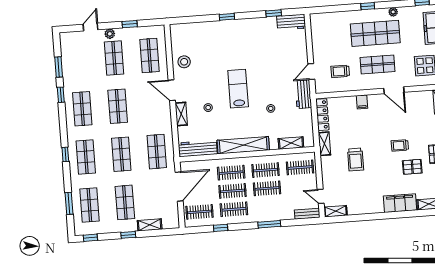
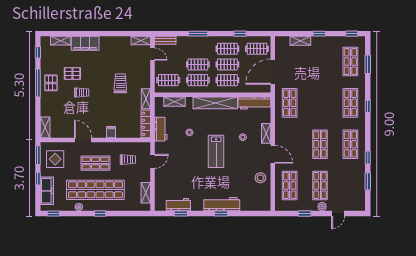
workbench: (291, 22) -> (178, 205), moved
workbench: (227, 28) -> (222, 204), added
shop shelf: (375, 33) -> (95, 190), width x1.40
shelving: (316, 34) -> (146, 193), added
workbench: (303, 94) -> (161, 129), moved
shop shelf: (121, 154) -> (320, 103), removed
shop shelf: (125, 202) -> (320, 62), removed

